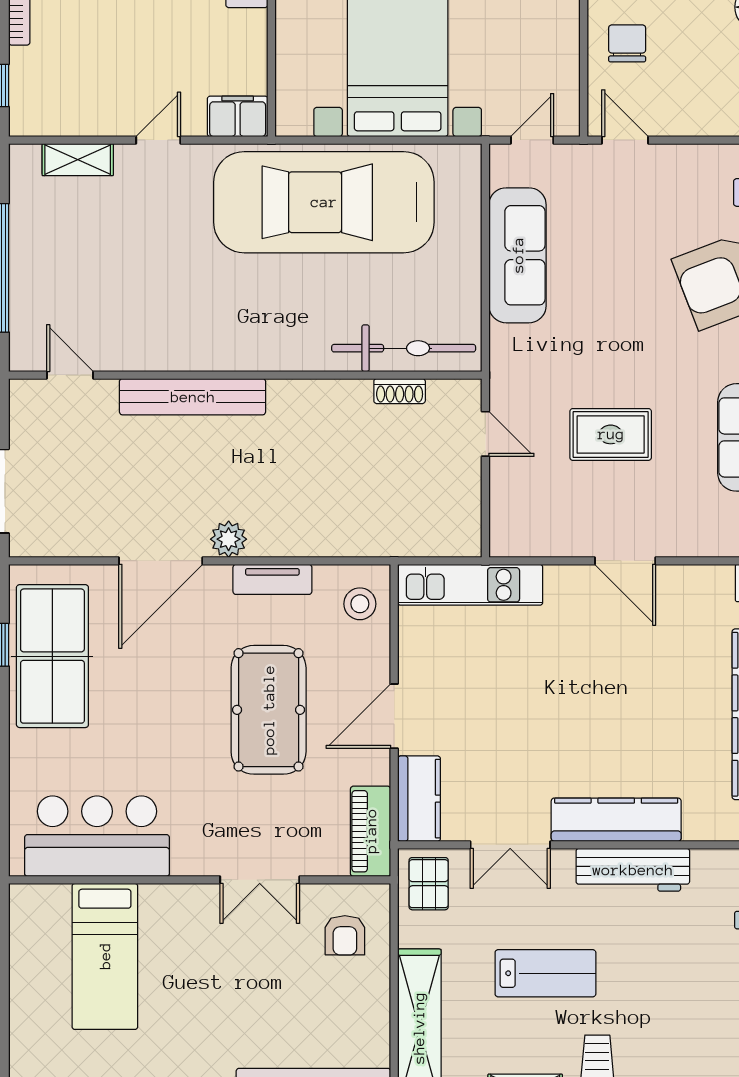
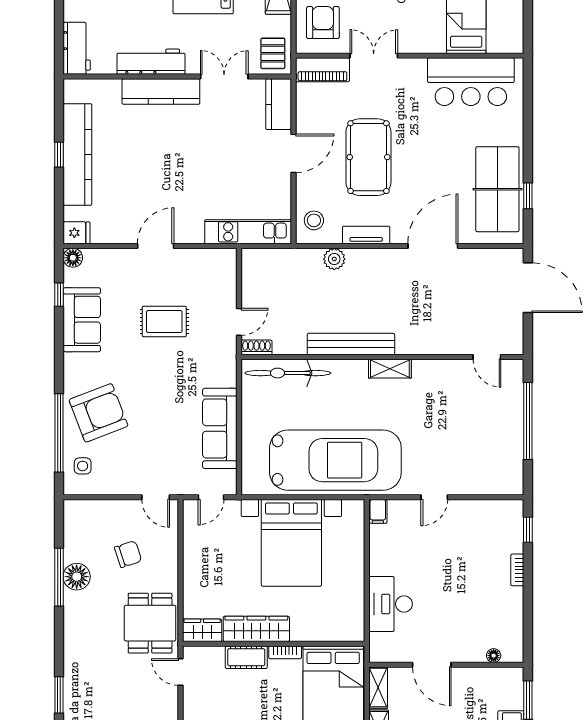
chair: (627, 43) -> (128, 554), moved, turned -108
filing cabinet: (238, 116) -> (378, 511), width x0.50
shelving: (78, 160) -> (390, 369), moved
shoe rack: (400, 391) -> (257, 347), moved
bench: (193, 397) -> (351, 344), moved
door: (485, 434) -> (239, 322), swing flipped
plant: (229, 539) -> (334, 259), moved
door: (625, 561) -> (156, 246), hinge flipped
piano: (371, 831) -> (322, 70), moved, turned 90
armchair: (345, 935) -> (323, 23), width x1.38, depth x1.38

